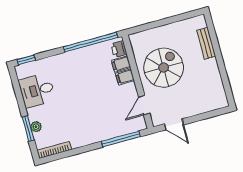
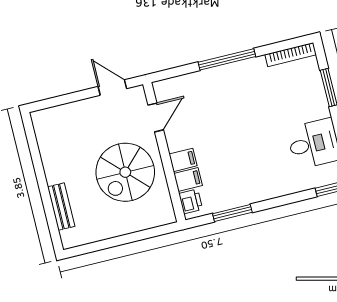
window: (91, 42) -> (232, 213), width x0.47
plant: (36, 127) -> (317, 90), removed
window: (121, 139) -> (227, 59), moved

